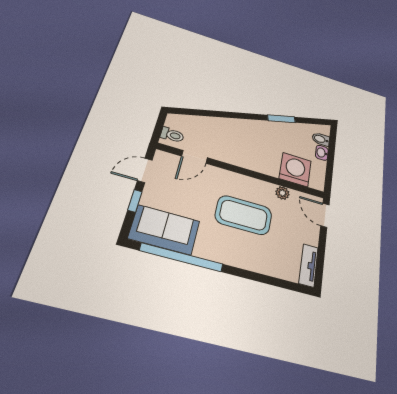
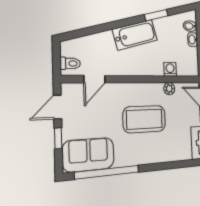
bathtub: (252, 130) -> (135, 35), added
washing machine: (295, 170) -> (170, 69), width x0.53, depth x0.53

